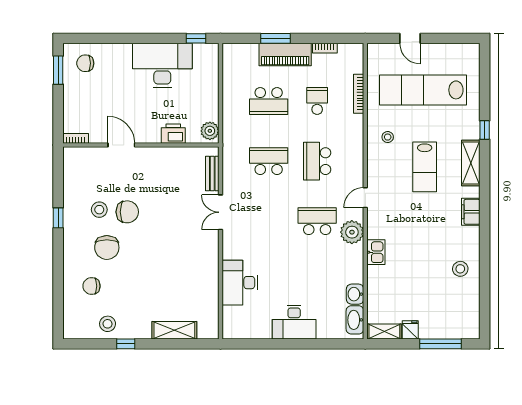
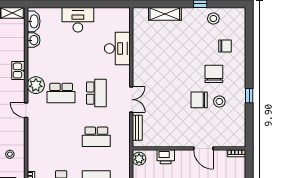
school desk: (317, 161) -> (96, 93), moved
door: (365, 198) -> (26, 110), swing flipped

